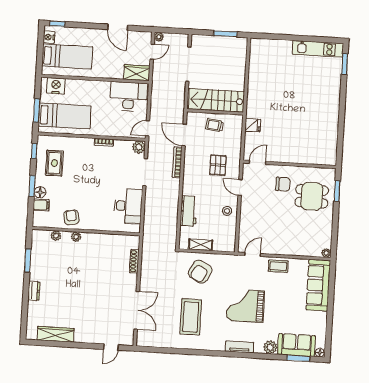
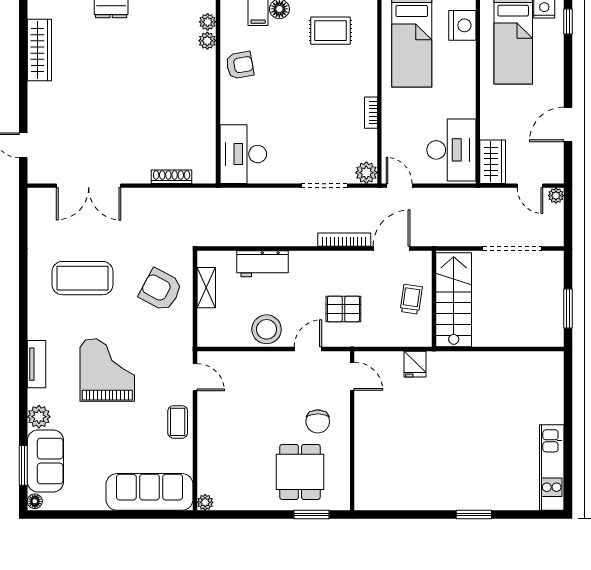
window: (345, 64) -> (474, 515), moved
desk: (128, 206) -> (243, 154), moved, turned 90
stool: (227, 211) -> (267, 329), width x1.89, depth x1.89
plant: (76, 237) -> (208, 22), moved

